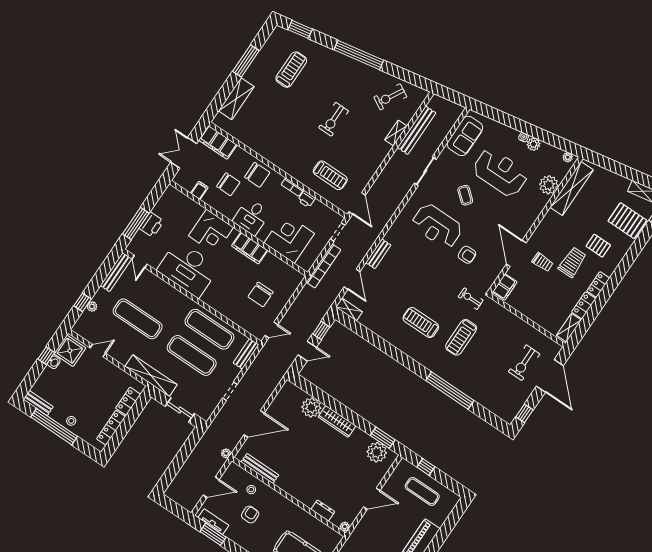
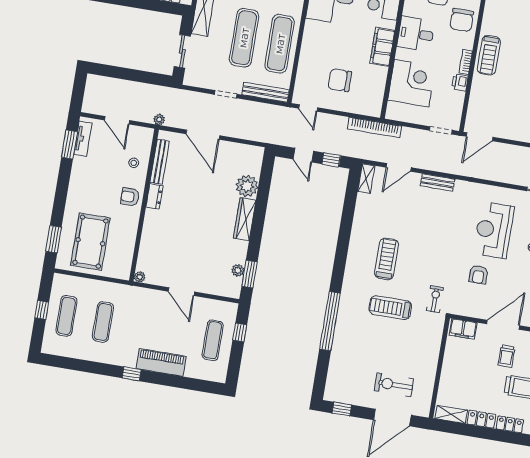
treadmill: (330, 175) -> (489, 55), moved
bookcase: (323, 266) -> (375, 128), moved
bench: (246, 354) -> (265, 92), width x1.36
plant: (377, 452) -> (238, 270), width x0.53, depth x0.53
dresser: (323, 510) -> (154, 196), moved
armchair: (250, 515) -> (130, 197), moved, turned 180

